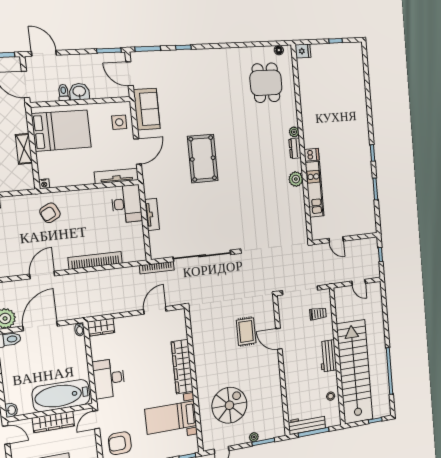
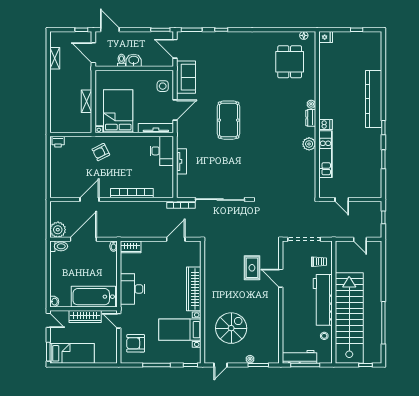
kitchen counter: (360, 121) -> (374, 99), added
bed: (61, 131) -> (118, 111), moved, turned -90
workbench: (328, 356) -> (323, 300), width x1.88, depth x1.32
door: (96, 420) -> (119, 321), hinge flipped

